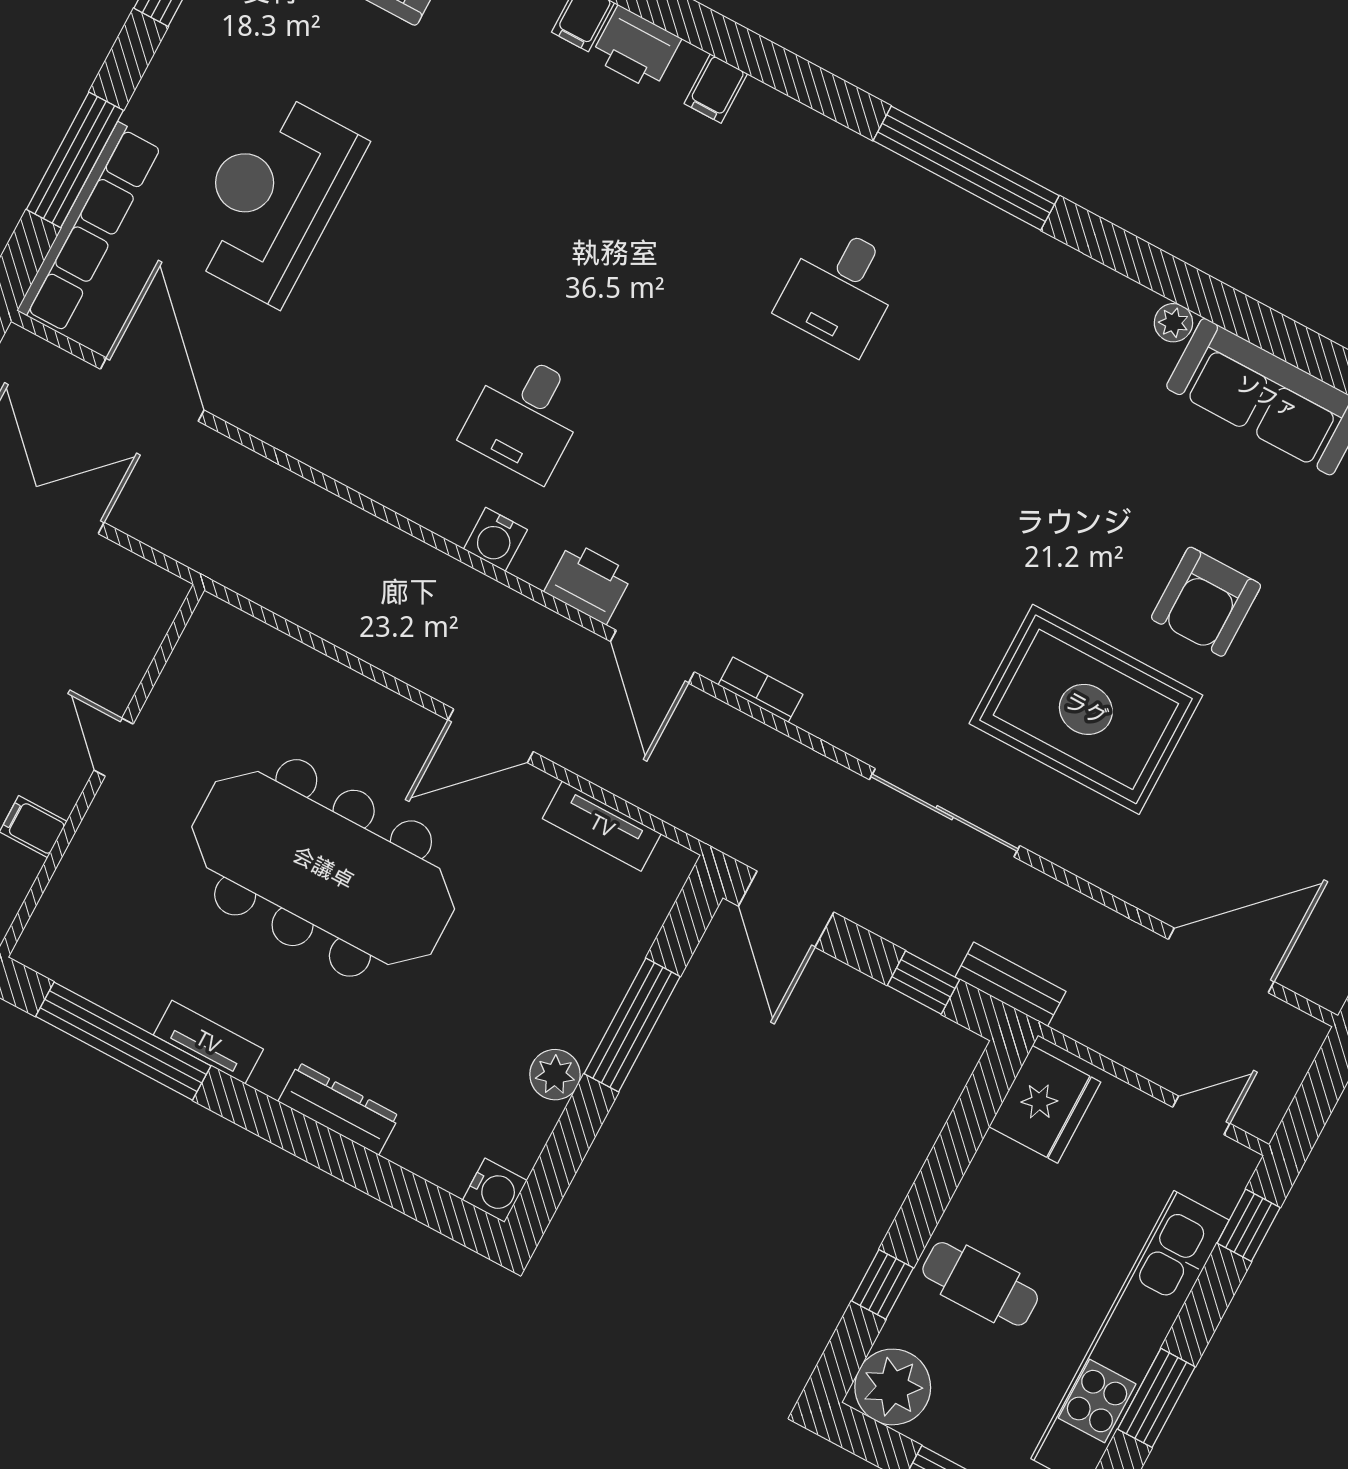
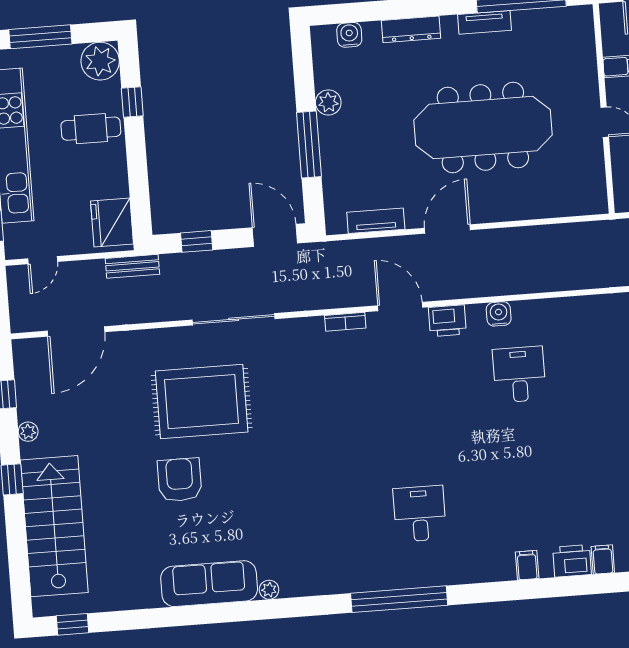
bench: (1011, 984) -> (132, 266), moved
water cooler: (495, 1190) -> (349, 35), moved, turned 90

